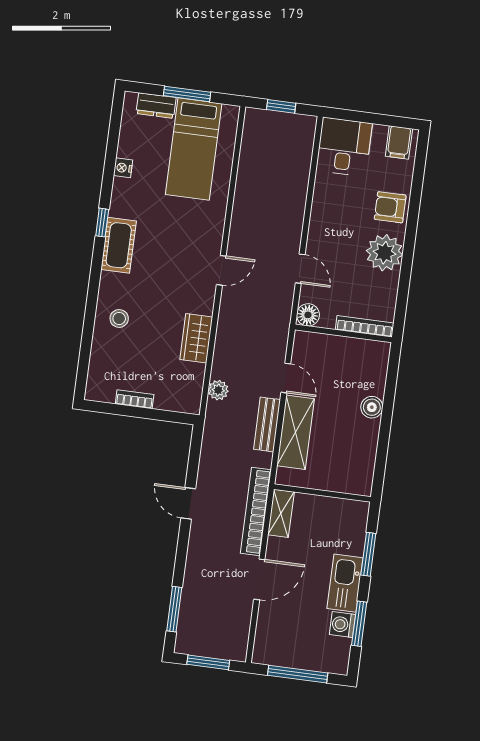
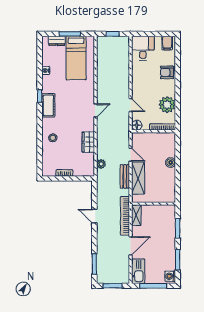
plant: (385, 253) -> (167, 105), moved
kitchen sink: (345, 583) -> (138, 271), moved, turned 180
washing machine: (342, 624) -> (170, 276), moved

